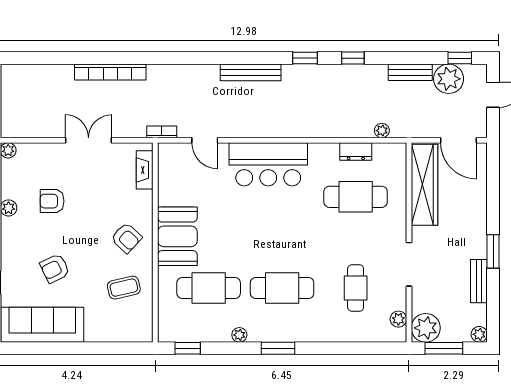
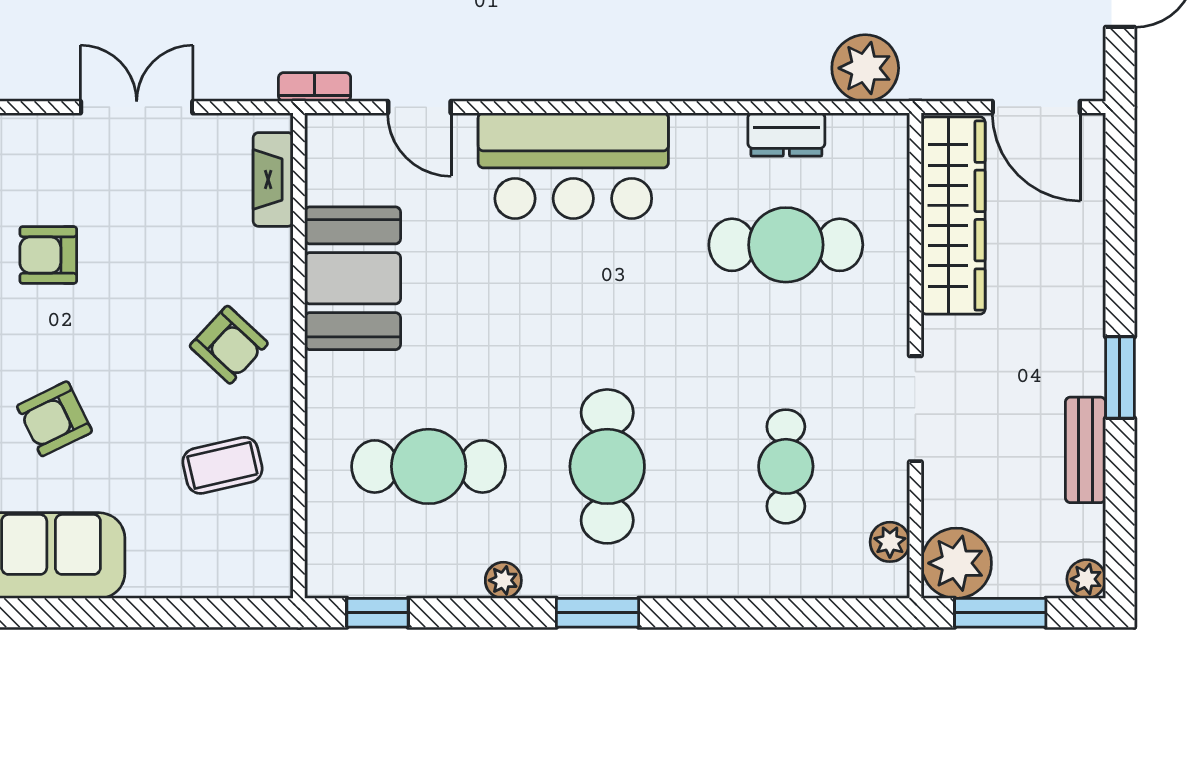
plant: (382, 131) -> (865, 68), width x1.87, depth x1.87
booth: (177, 236) -> (353, 278), moved
cafe table: (282, 288) -> (607, 466), turned 90

